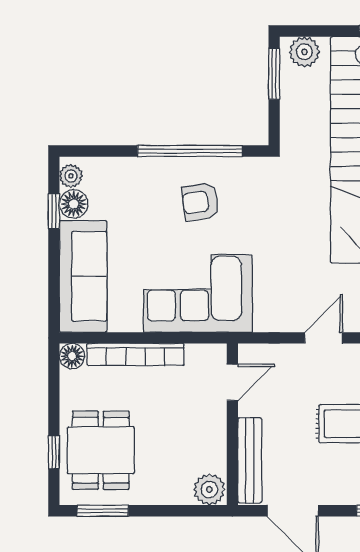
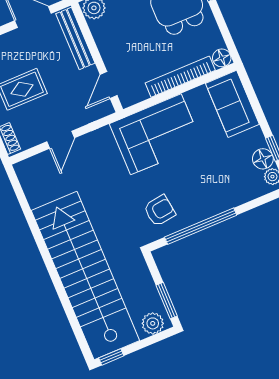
armchair: (200, 202) -> (160, 211), moved
sofa: (83, 276) -> (232, 104), width x0.73

